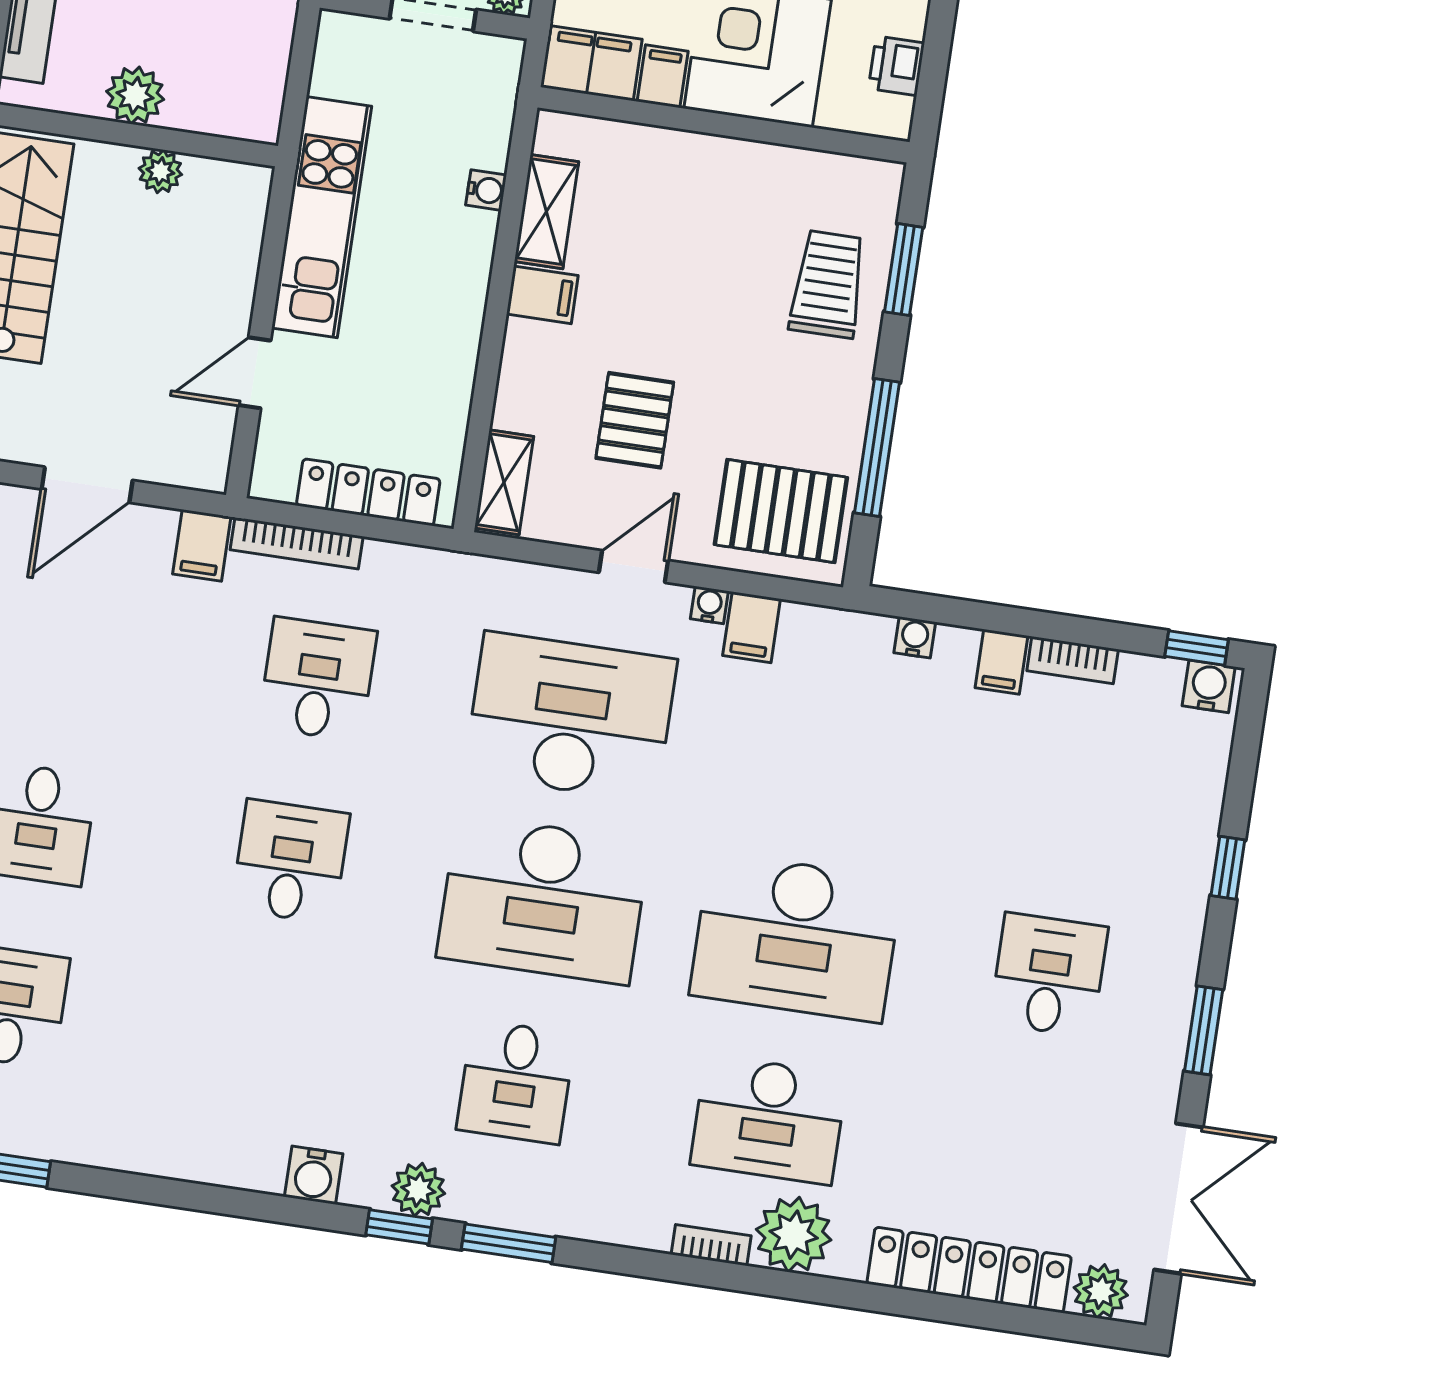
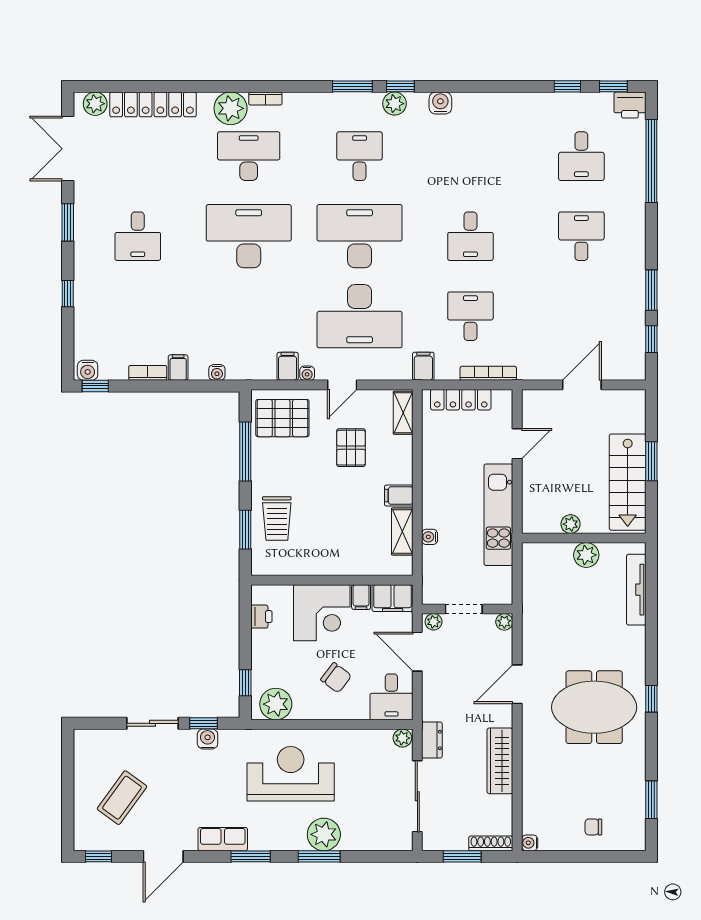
filing cabinet: (202, 545) -> (423, 366), moved
desk: (318, 679) -> (470, 316), turned 180

